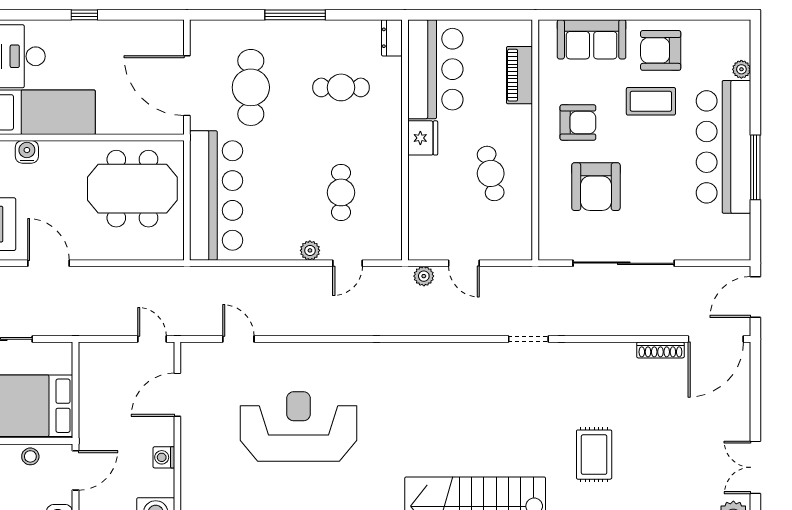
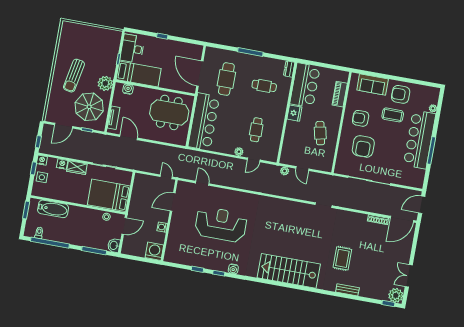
armchair: (578, 122) -> (361, 118), turned 180

